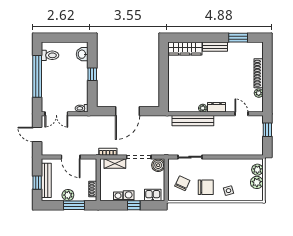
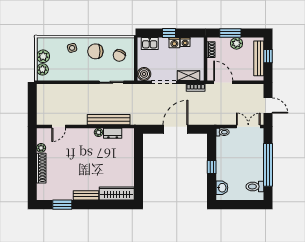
dresser: (216, 107) -> (113, 133), moved
door: (241, 114) -> (59, 127), hinge flipped
window: (267, 130) -> (32, 110), removed
door: (71, 157) -> (223, 82), moved

